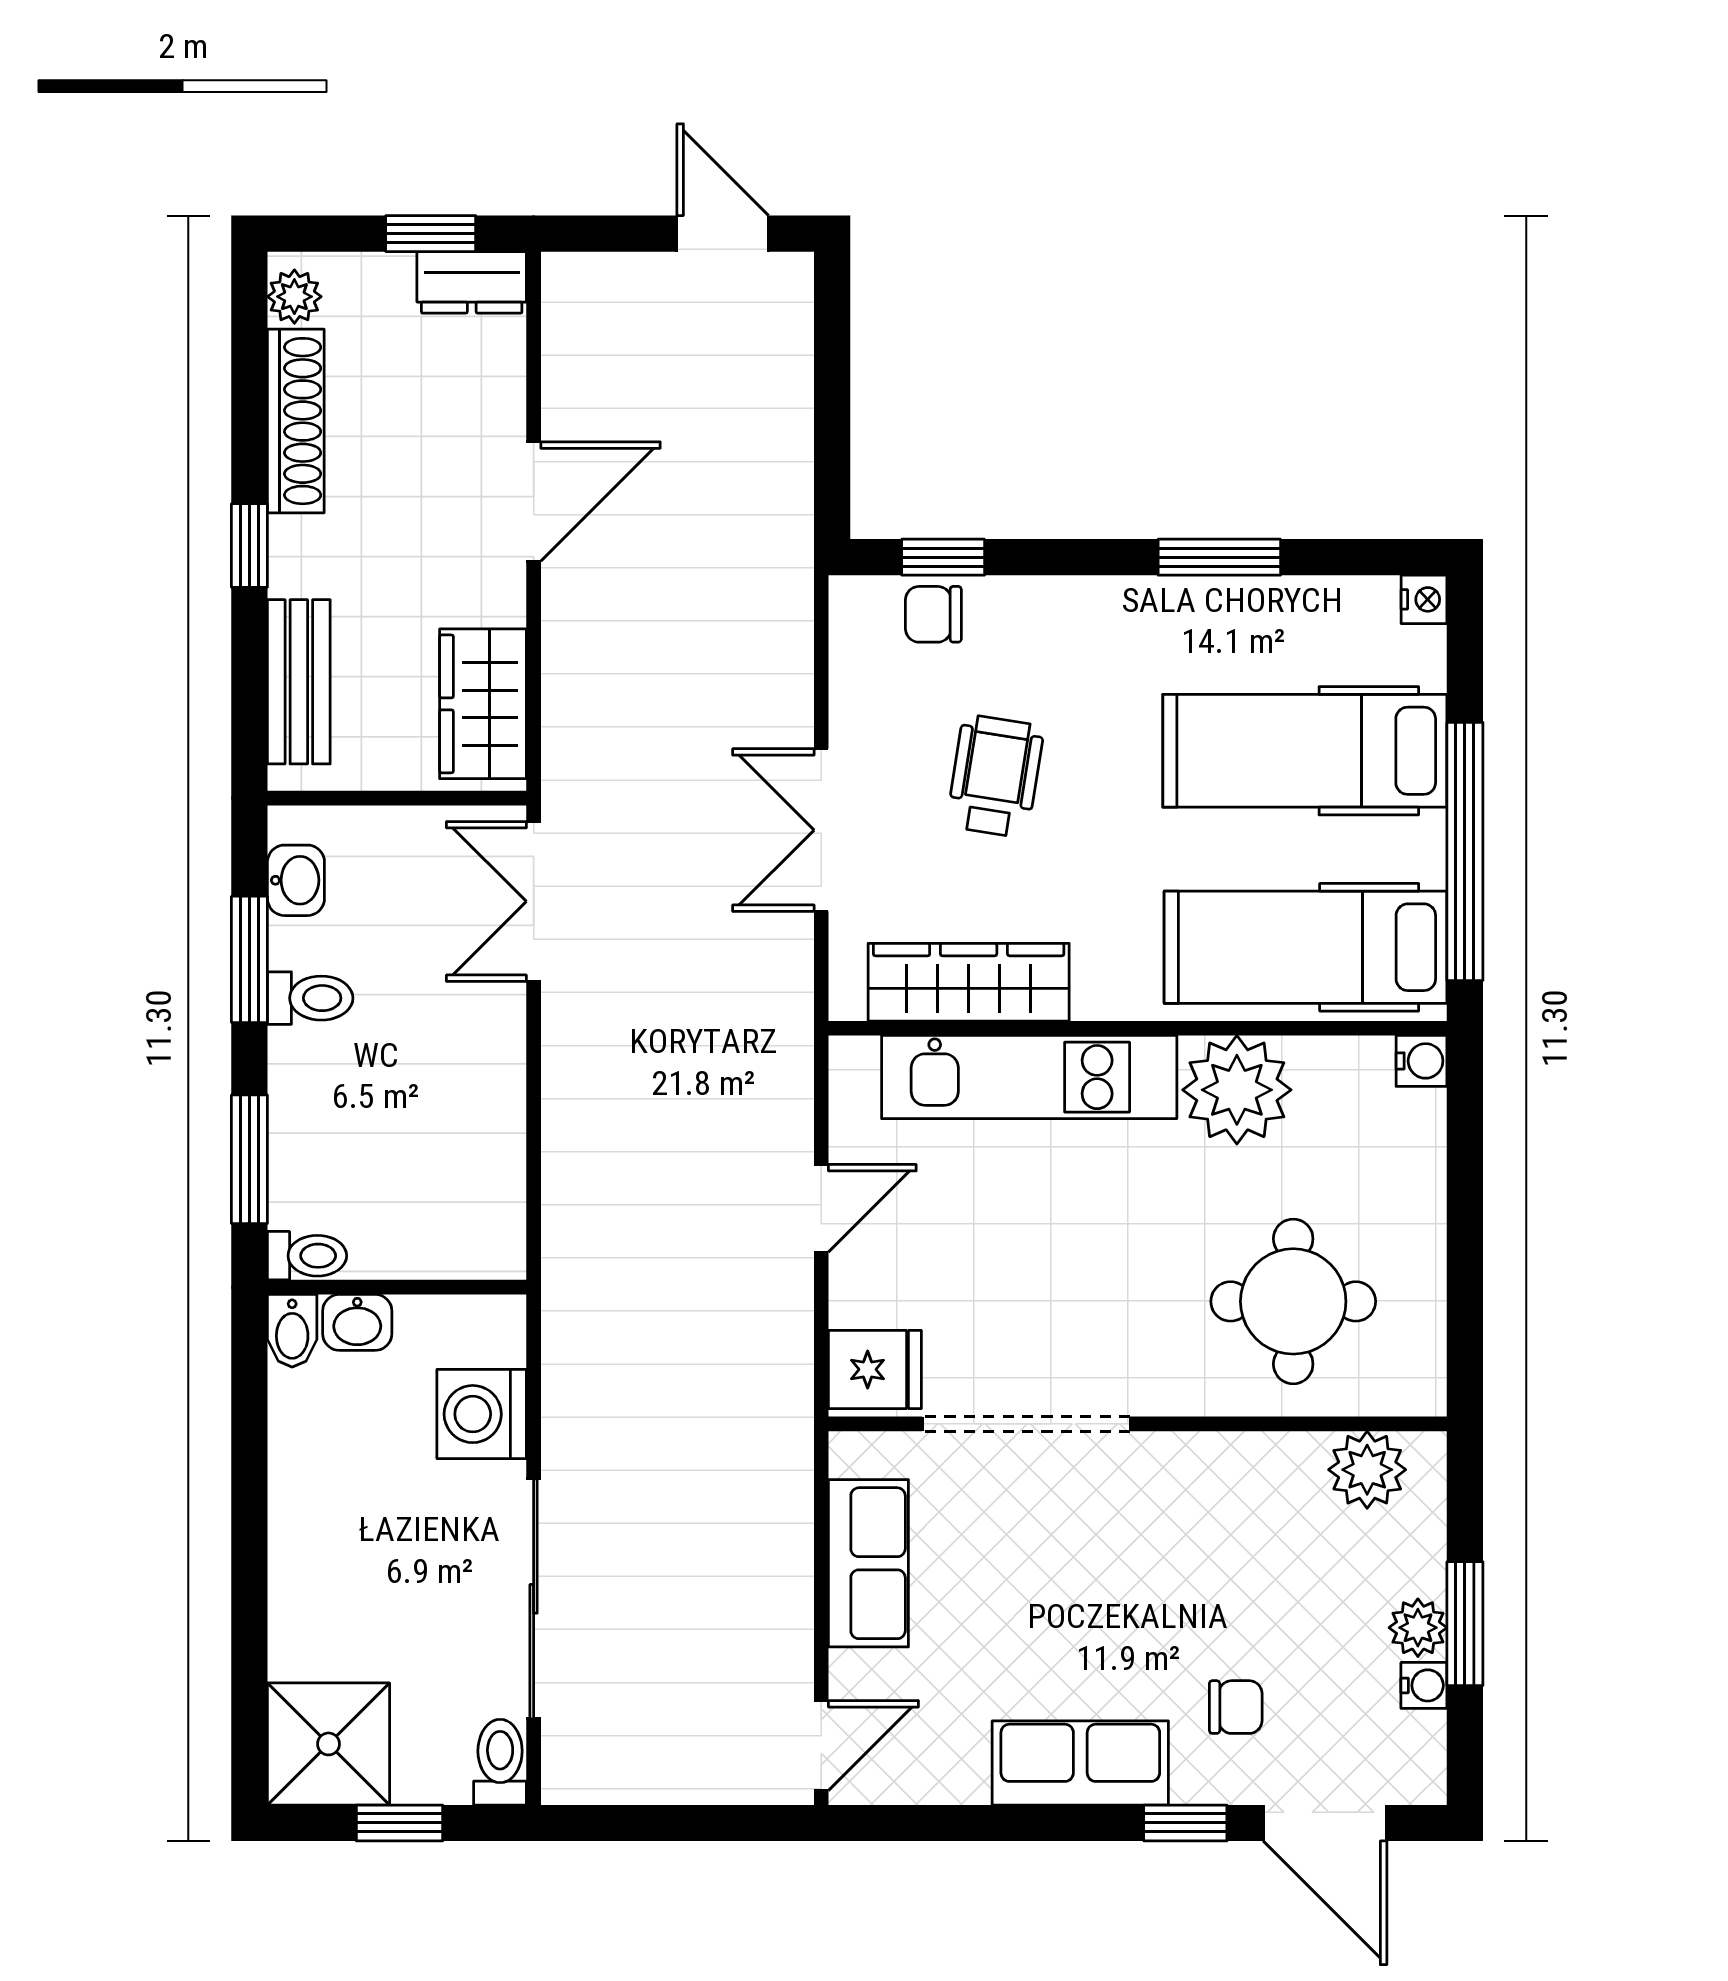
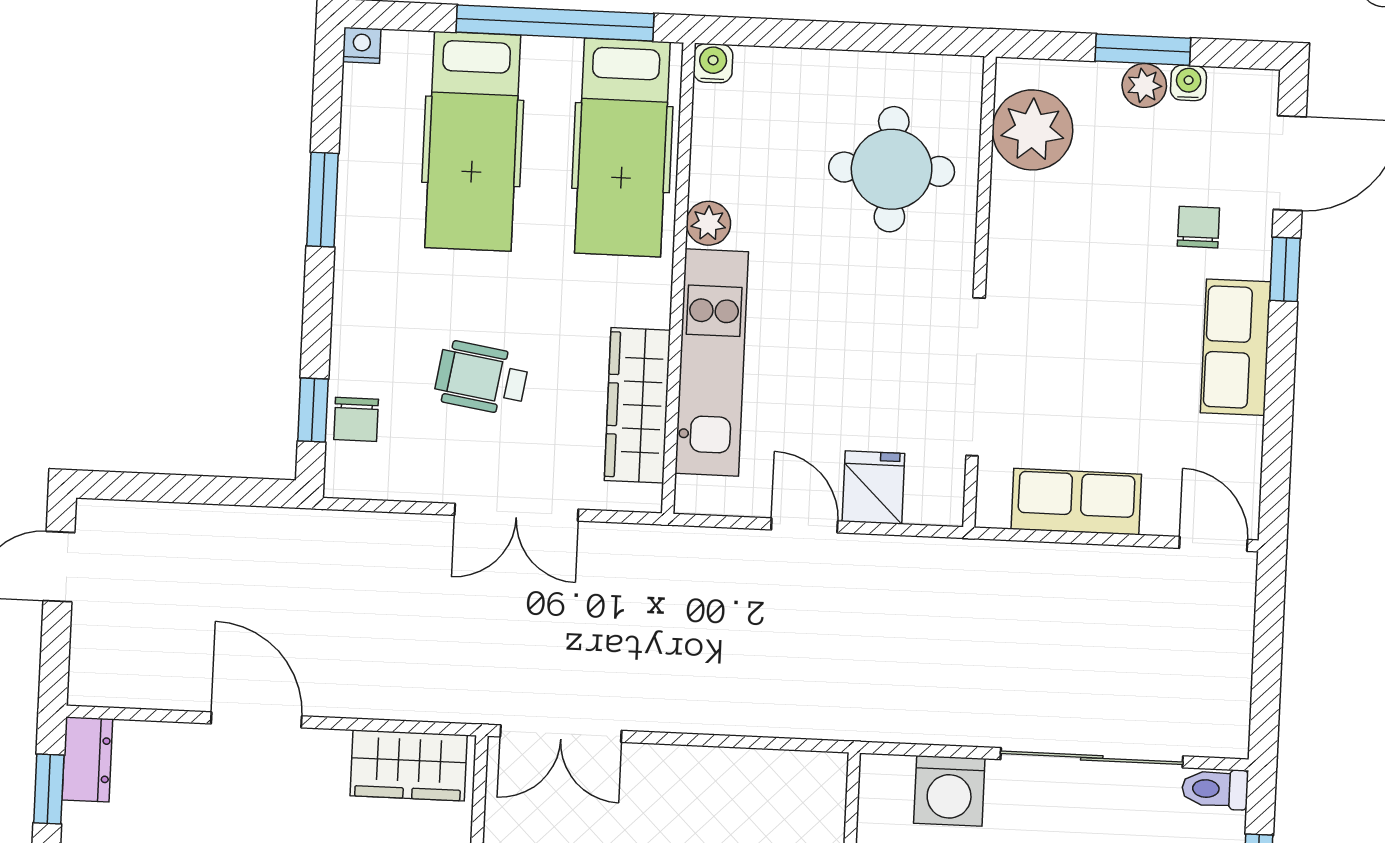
plant: (1237, 1090) -> (708, 223), width x0.53, depth x0.53
fridge: (875, 1369) -> (873, 487), moved
plant: (1367, 1470) -> (1033, 130), width x1.36, depth x1.36

